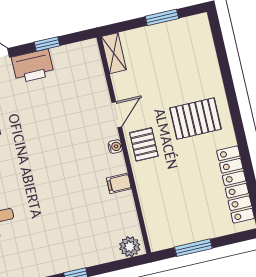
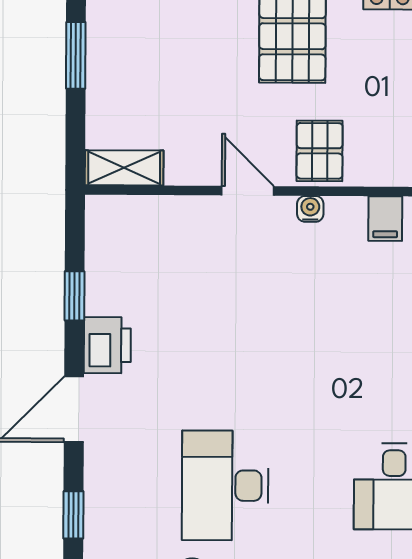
printer: (33, 66) -> (107, 345), width x0.73, depth x0.84
pallet: (144, 144) -> (320, 151), turned 90

